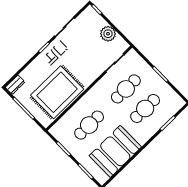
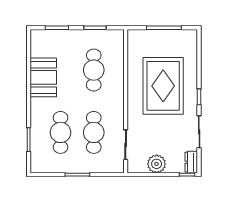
dresser: (15, 85) -> (191, 162), moved
rug: (57, 92) -> (163, 86), moved
booth: (115, 151) -> (43, 77), width x0.73, depth x0.70

